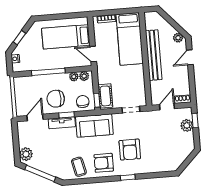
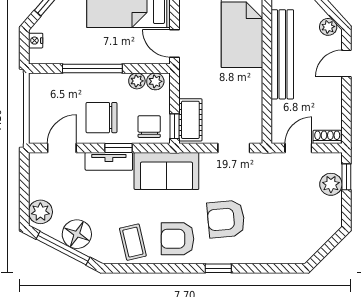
armchair: (130, 150) -> (226, 219), turned 85
floor lamp: (47, 165) -> (77, 234), added

